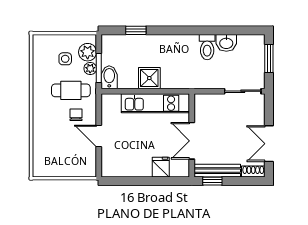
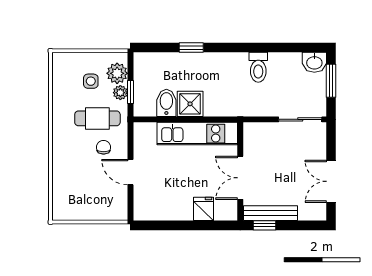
window: (136, 30) -> (191, 48), moved
washbasin: (226, 43) -> (314, 62), moved
window: (99, 68) -> (130, 92), width x0.67
bidet: (109, 77) -> (166, 103), moved
shoe rack: (253, 171) -> (313, 214), removed

